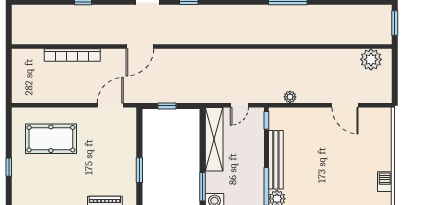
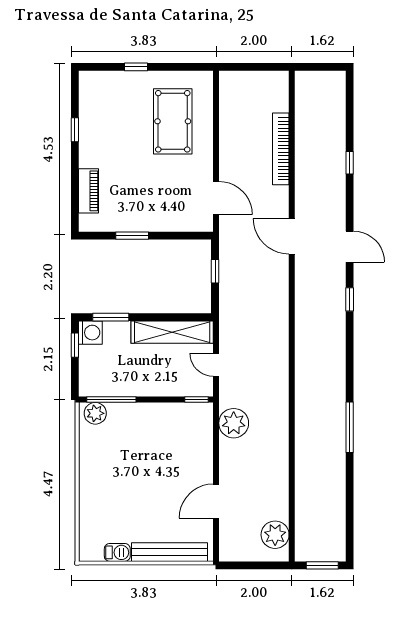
plant: (290, 97) -> (234, 423), width x1.87, depth x1.87
bench: (276, 160) -> (170, 552), moved

